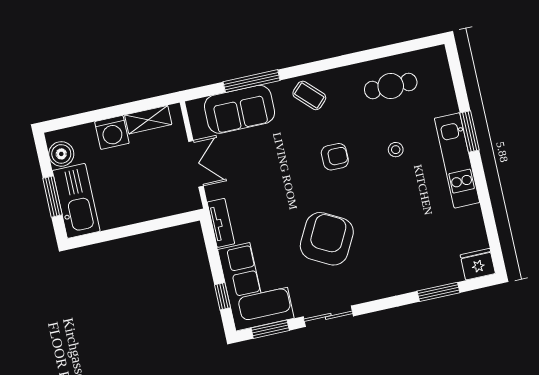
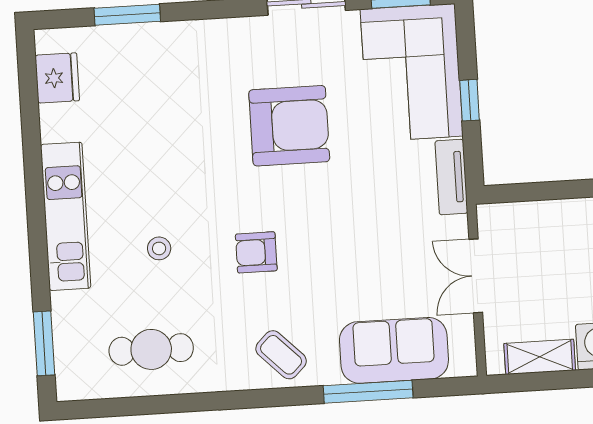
window: (470, 131) -> (44, 343), moved
armchair: (327, 239) -> (289, 126), turned -118
fridge: (478, 264) -> (57, 78), moved, turned -90
window: (222, 296) -> (470, 100), moved

